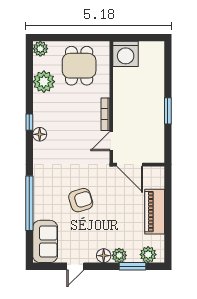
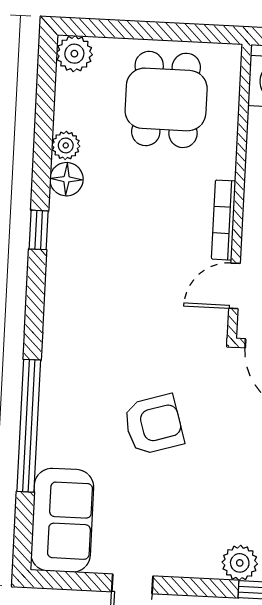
plant: (44, 82) -> (66, 145), width x0.53, depth x0.53
floor lamp: (40, 134) -> (66, 179), moved
floor lamp: (104, 256) -> (202, 562), removed

